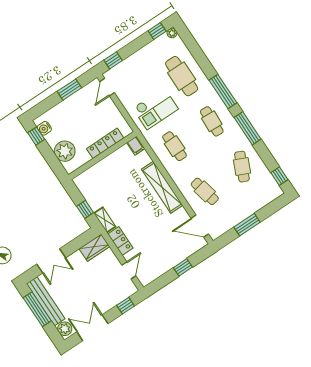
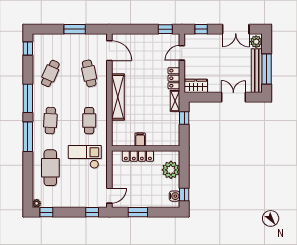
filing cabinet: (136, 146) -> (140, 140), moved
window: (183, 267) -> (165, 29), moved

